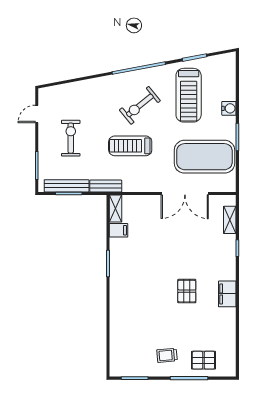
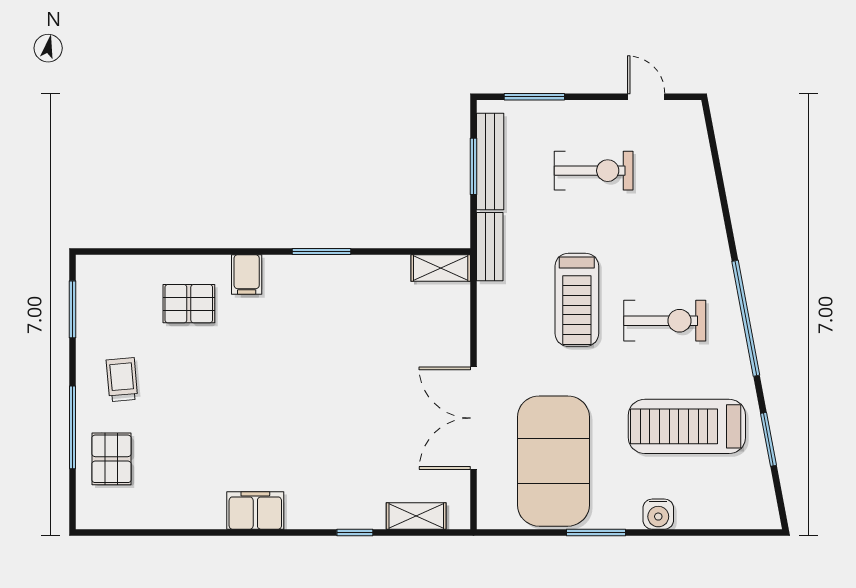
exercise bike: (140, 105) -> (665, 321), turned 129
treadmill: (130, 146) -> (577, 300), turned 180
filing cabinet: (119, 230) -> (247, 274), moved
pallet: (187, 291) -> (189, 304), moved

